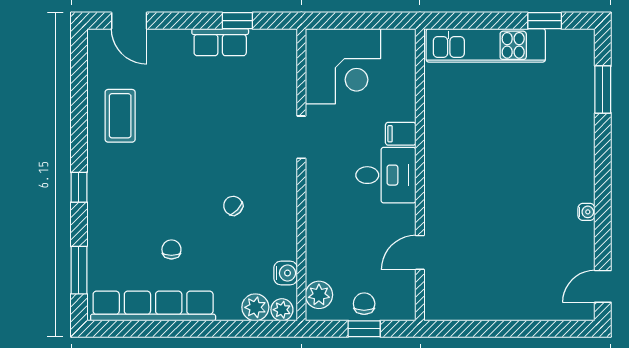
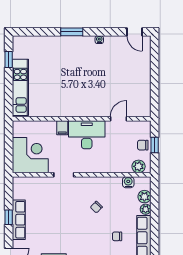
window: (237, 21) -> (9, 217), moved
row of seats: (220, 42) -> (19, 220), width x1.48
window: (603, 90) -> (72, 32), moved
desk: (386, 175) -> (87, 135), width x1.37
door: (420, 252) -> (118, 119), swing flipped
plant: (282, 310) -> (146, 209), moved

